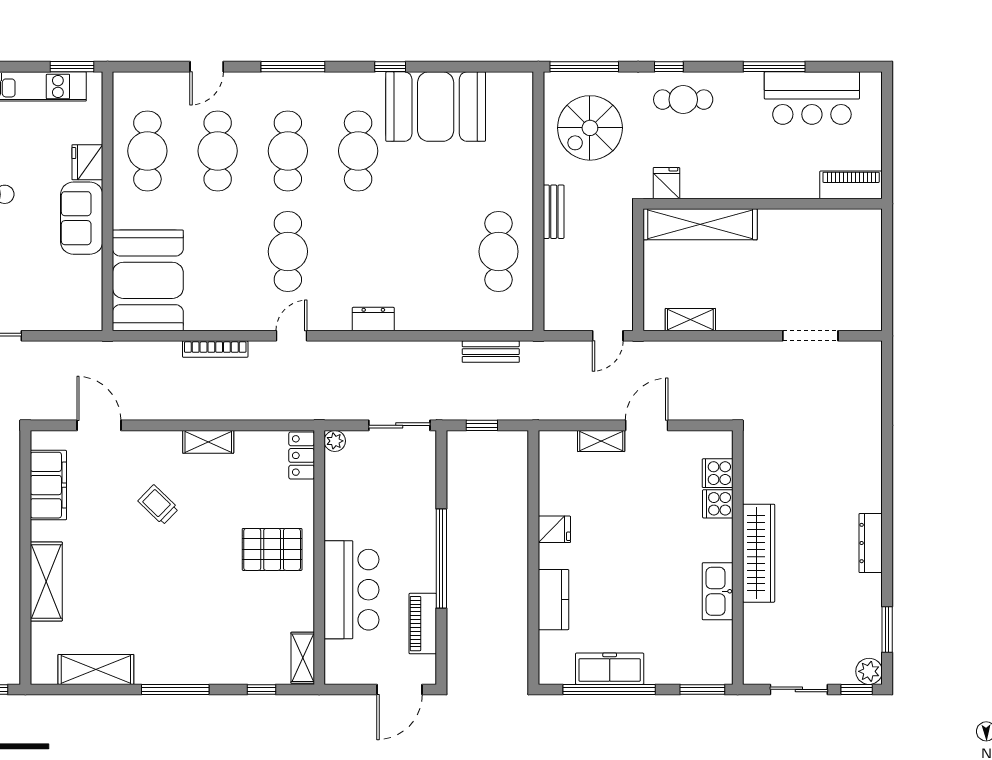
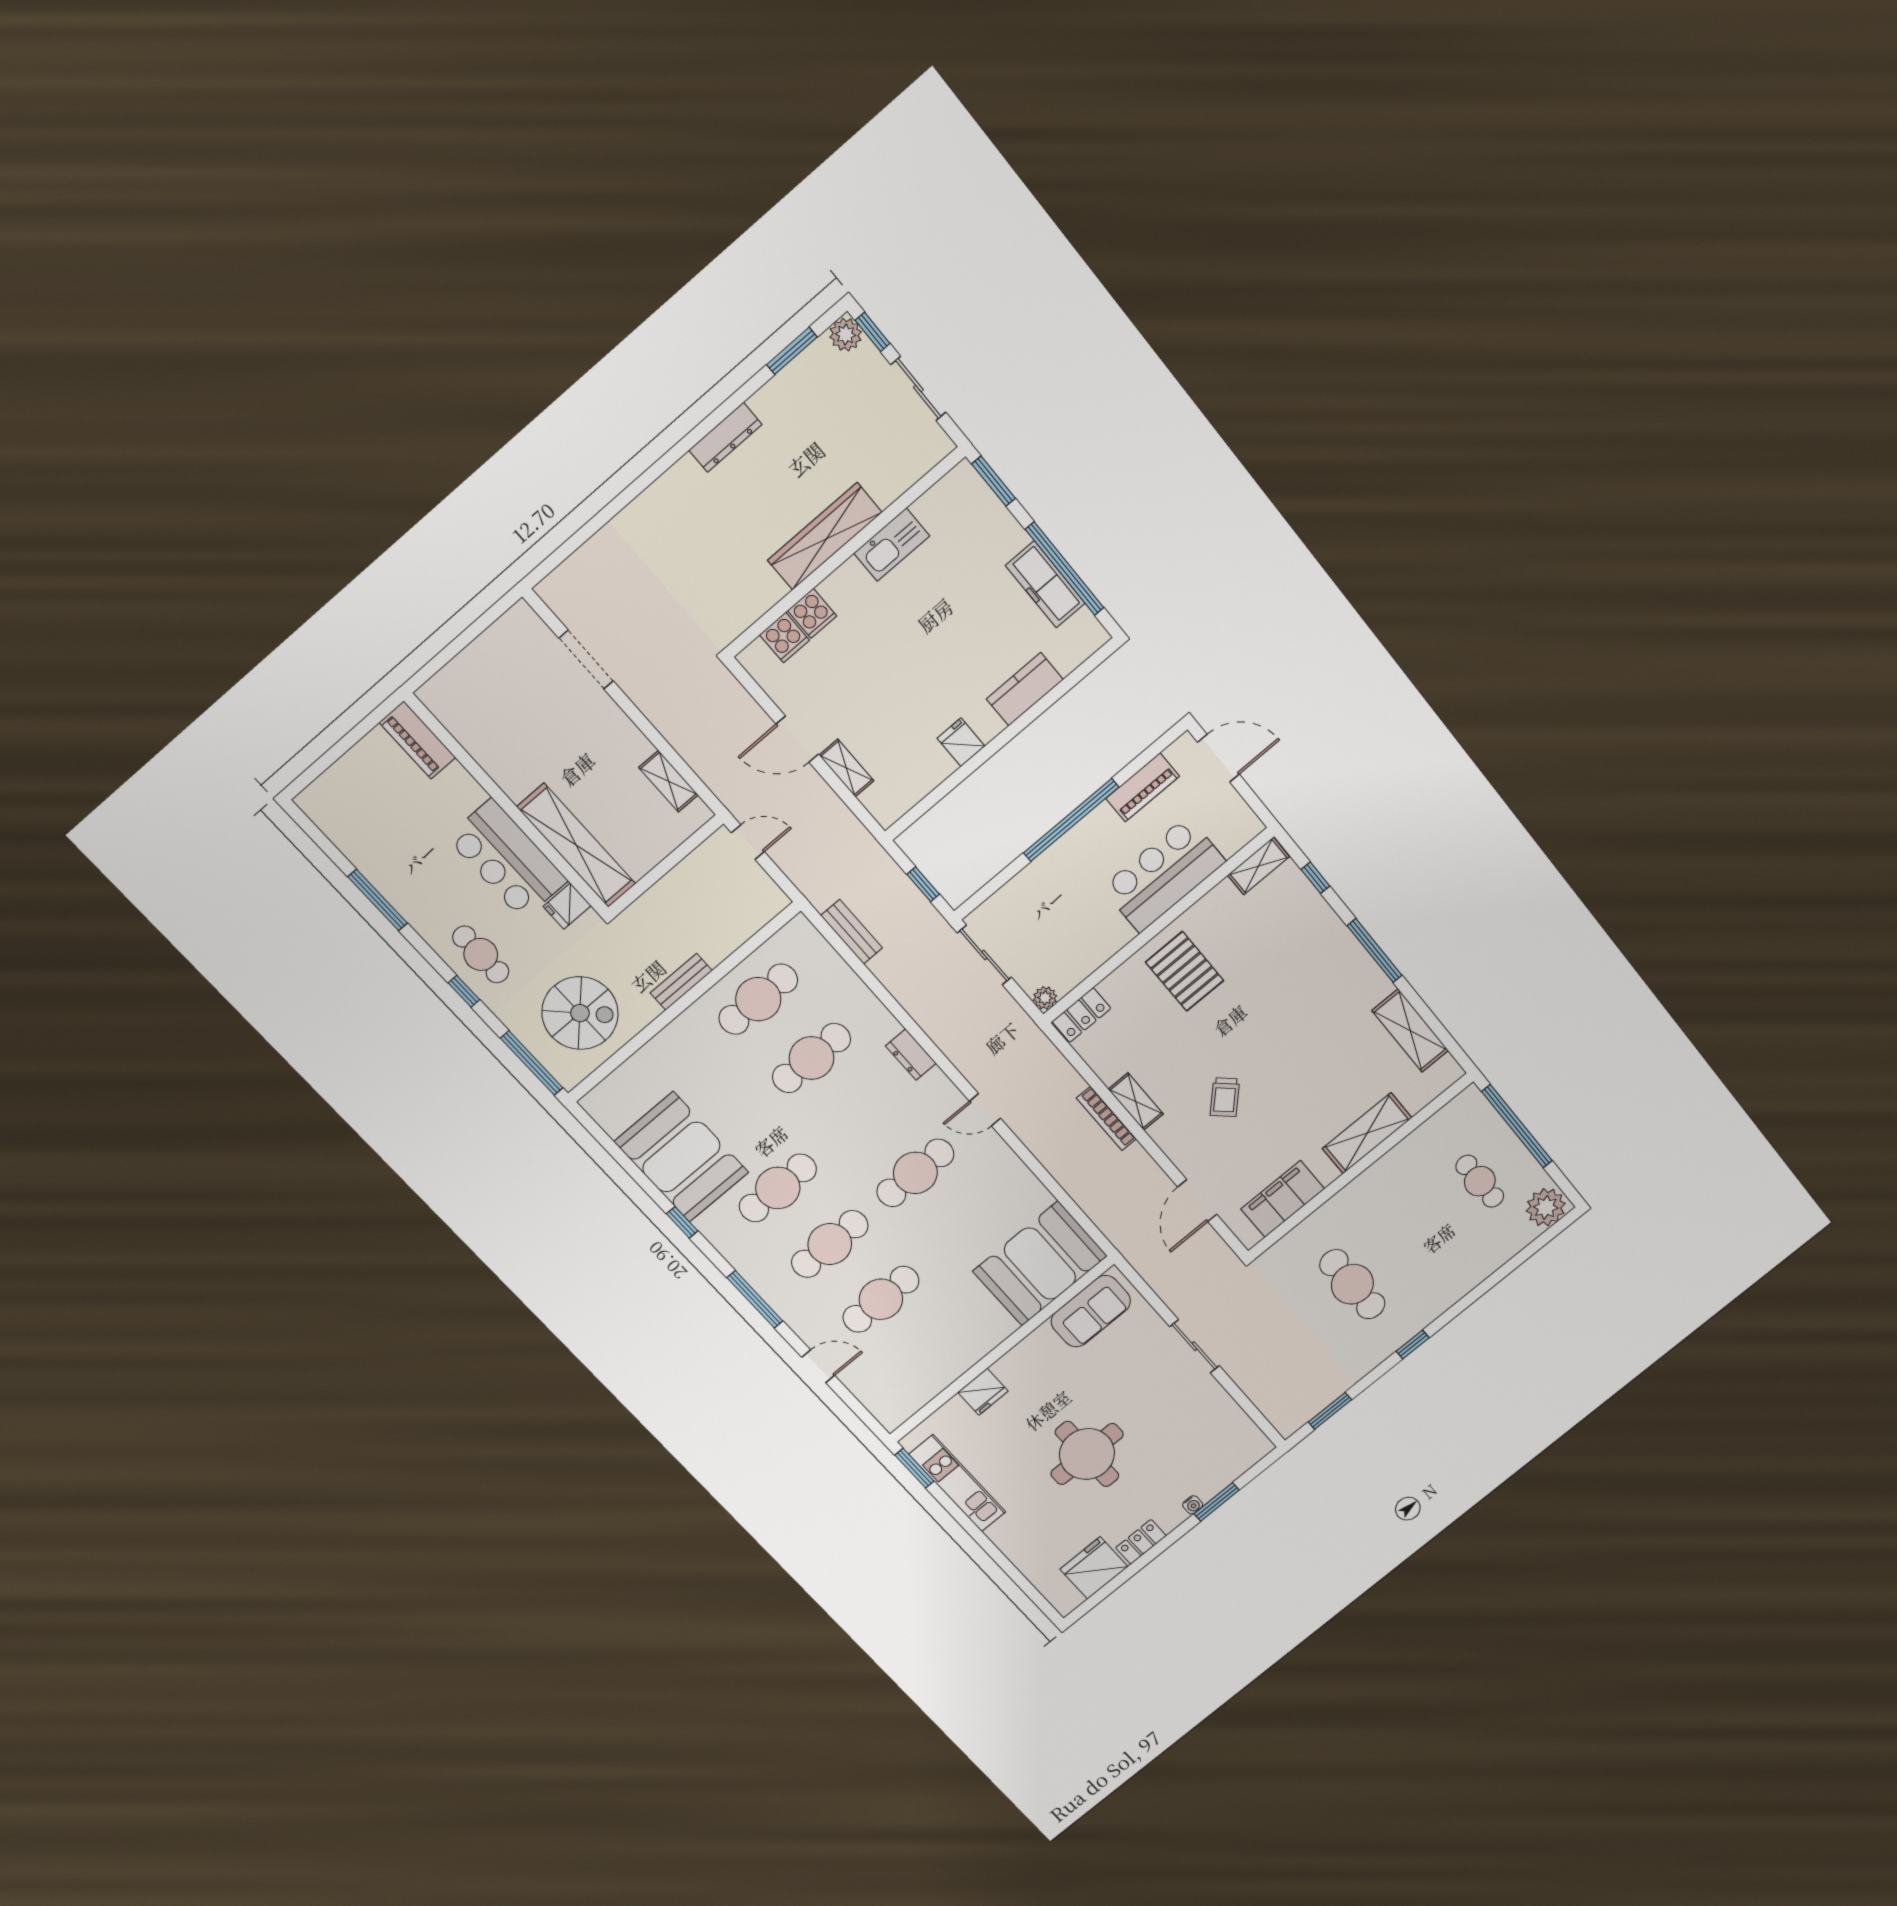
bar counter: (812, 98) -> (507, 859), moved, turned 180
cafe table: (147, 151) -> (811, 1058), moved
sofa: (82, 218) -> (1091, 1311), moved
bookcase: (215, 349) -> (1106, 1118), moved, turned 180

